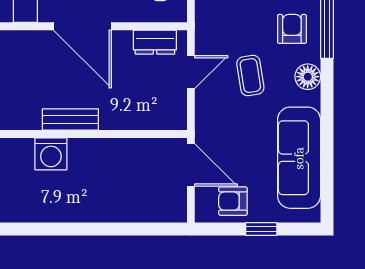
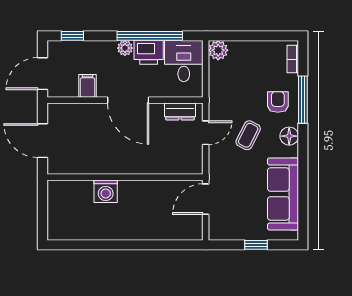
coffee table: (250, 76) -> (248, 135), turned 36
bench: (70, 119) -> (120, 167), removed
door: (191, 165) -> (206, 199), swing flipped
armchair: (233, 201) -> (236, 225), removed

